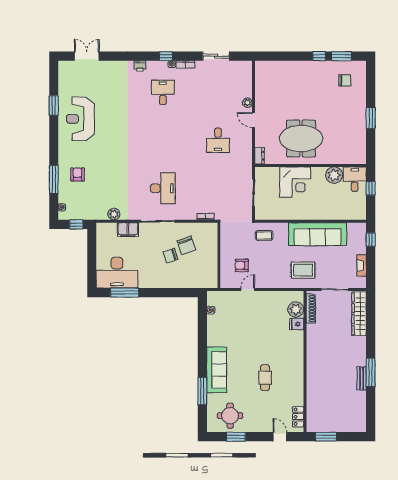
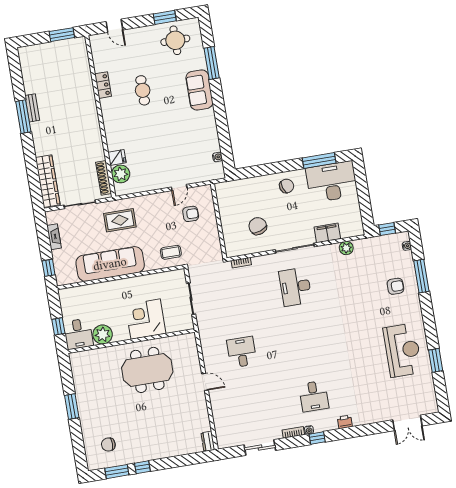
plant: (247, 103) -> (215, 401), removed
dresser: (260, 156) -> (208, 441), moved
armchair: (77, 174) -> (395, 286), turned -90
chair: (170, 256) -> (287, 186), moved
sofa: (217, 370) -> (199, 90), width x0.73
locker: (298, 417) -> (103, 85), moved

